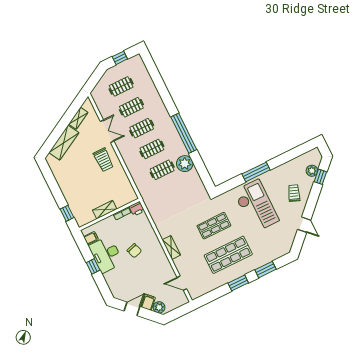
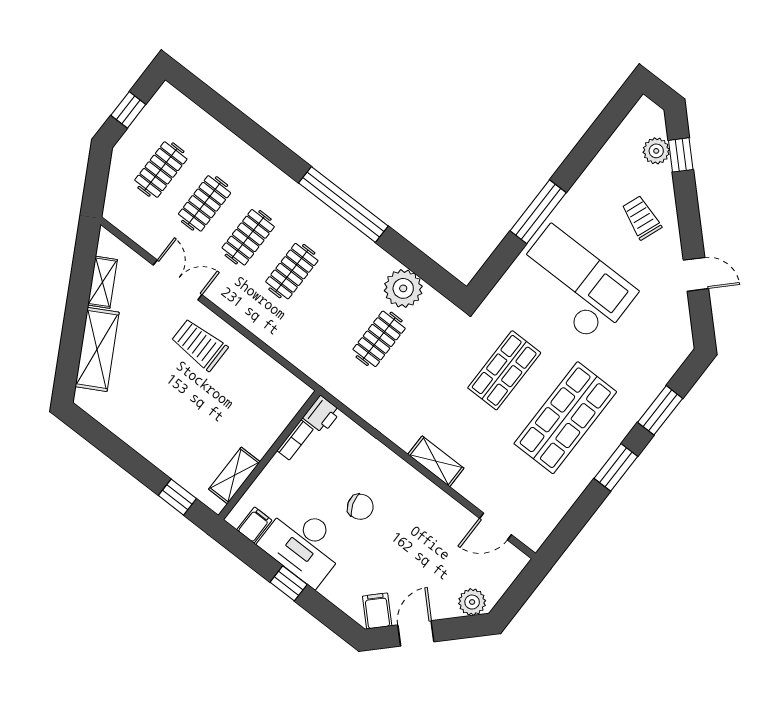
trolley: (103, 160) -> (199, 345), turned 180
plant: (185, 164) -> (403, 288), moved
clothes rail: (162, 170) -> (379, 339), moved
shelving: (105, 210) -> (234, 475), moved
filing cabinet: (148, 302) -> (377, 611), moved

